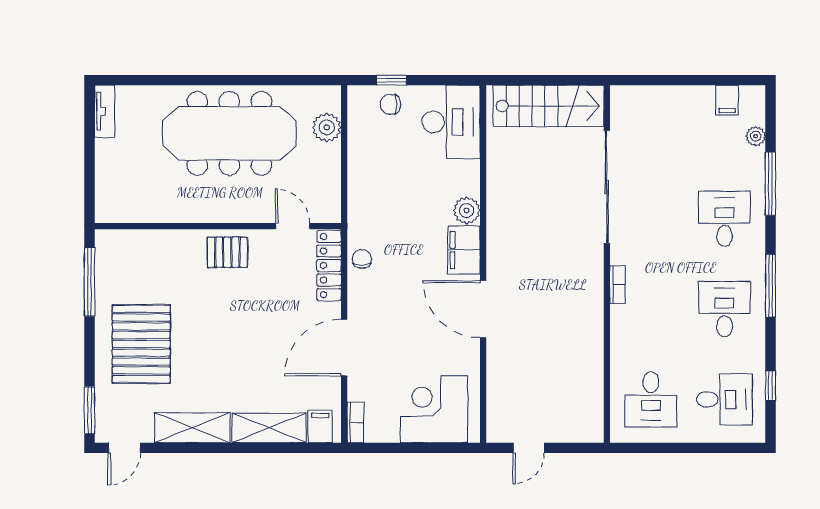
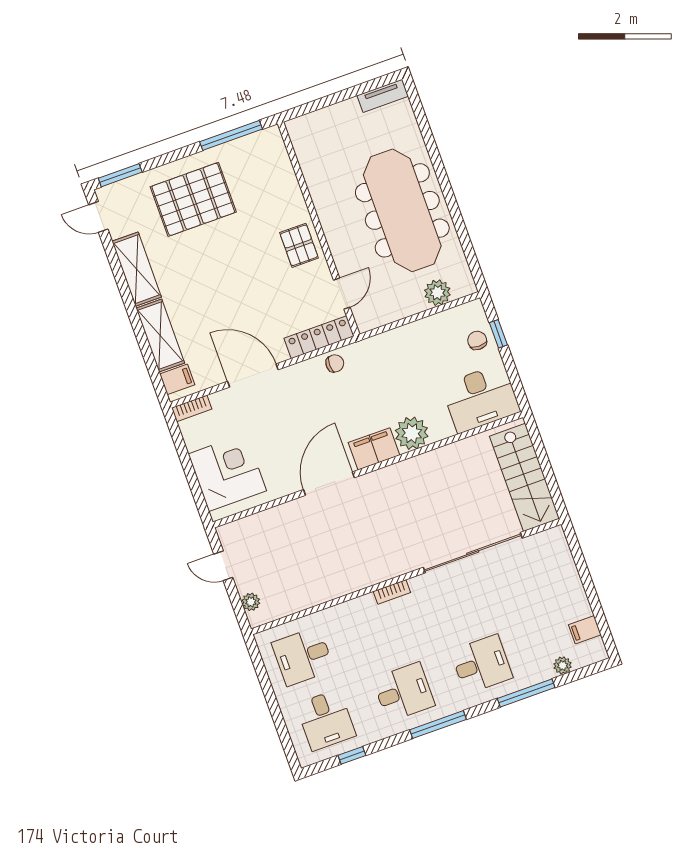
plant: (467, 211) -> (412, 433), width x1.36, depth x1.36
plant: (576, 433) -> (251, 602), added

